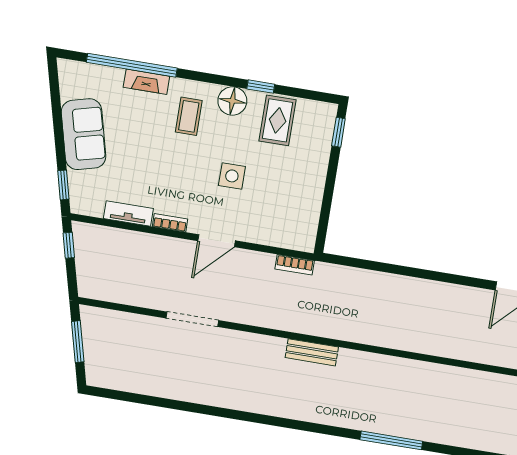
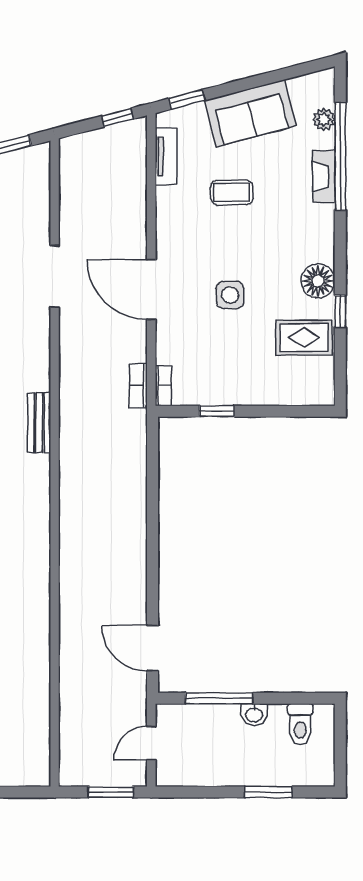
plant: (99, 74) -> (324, 120), added
coffee table: (189, 116) -> (232, 193), moved
window: (338, 132) -> (217, 411), moved
tv unit: (128, 214) -> (166, 156), moved
bookcase: (170, 223) -> (163, 386), moved
door: (217, 241) -> (151, 290), width x1.36

